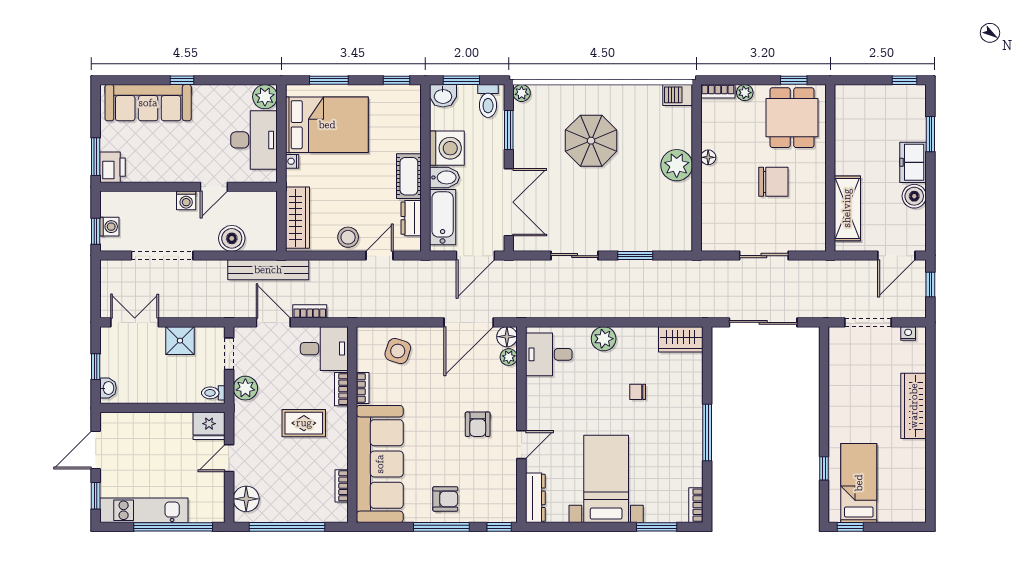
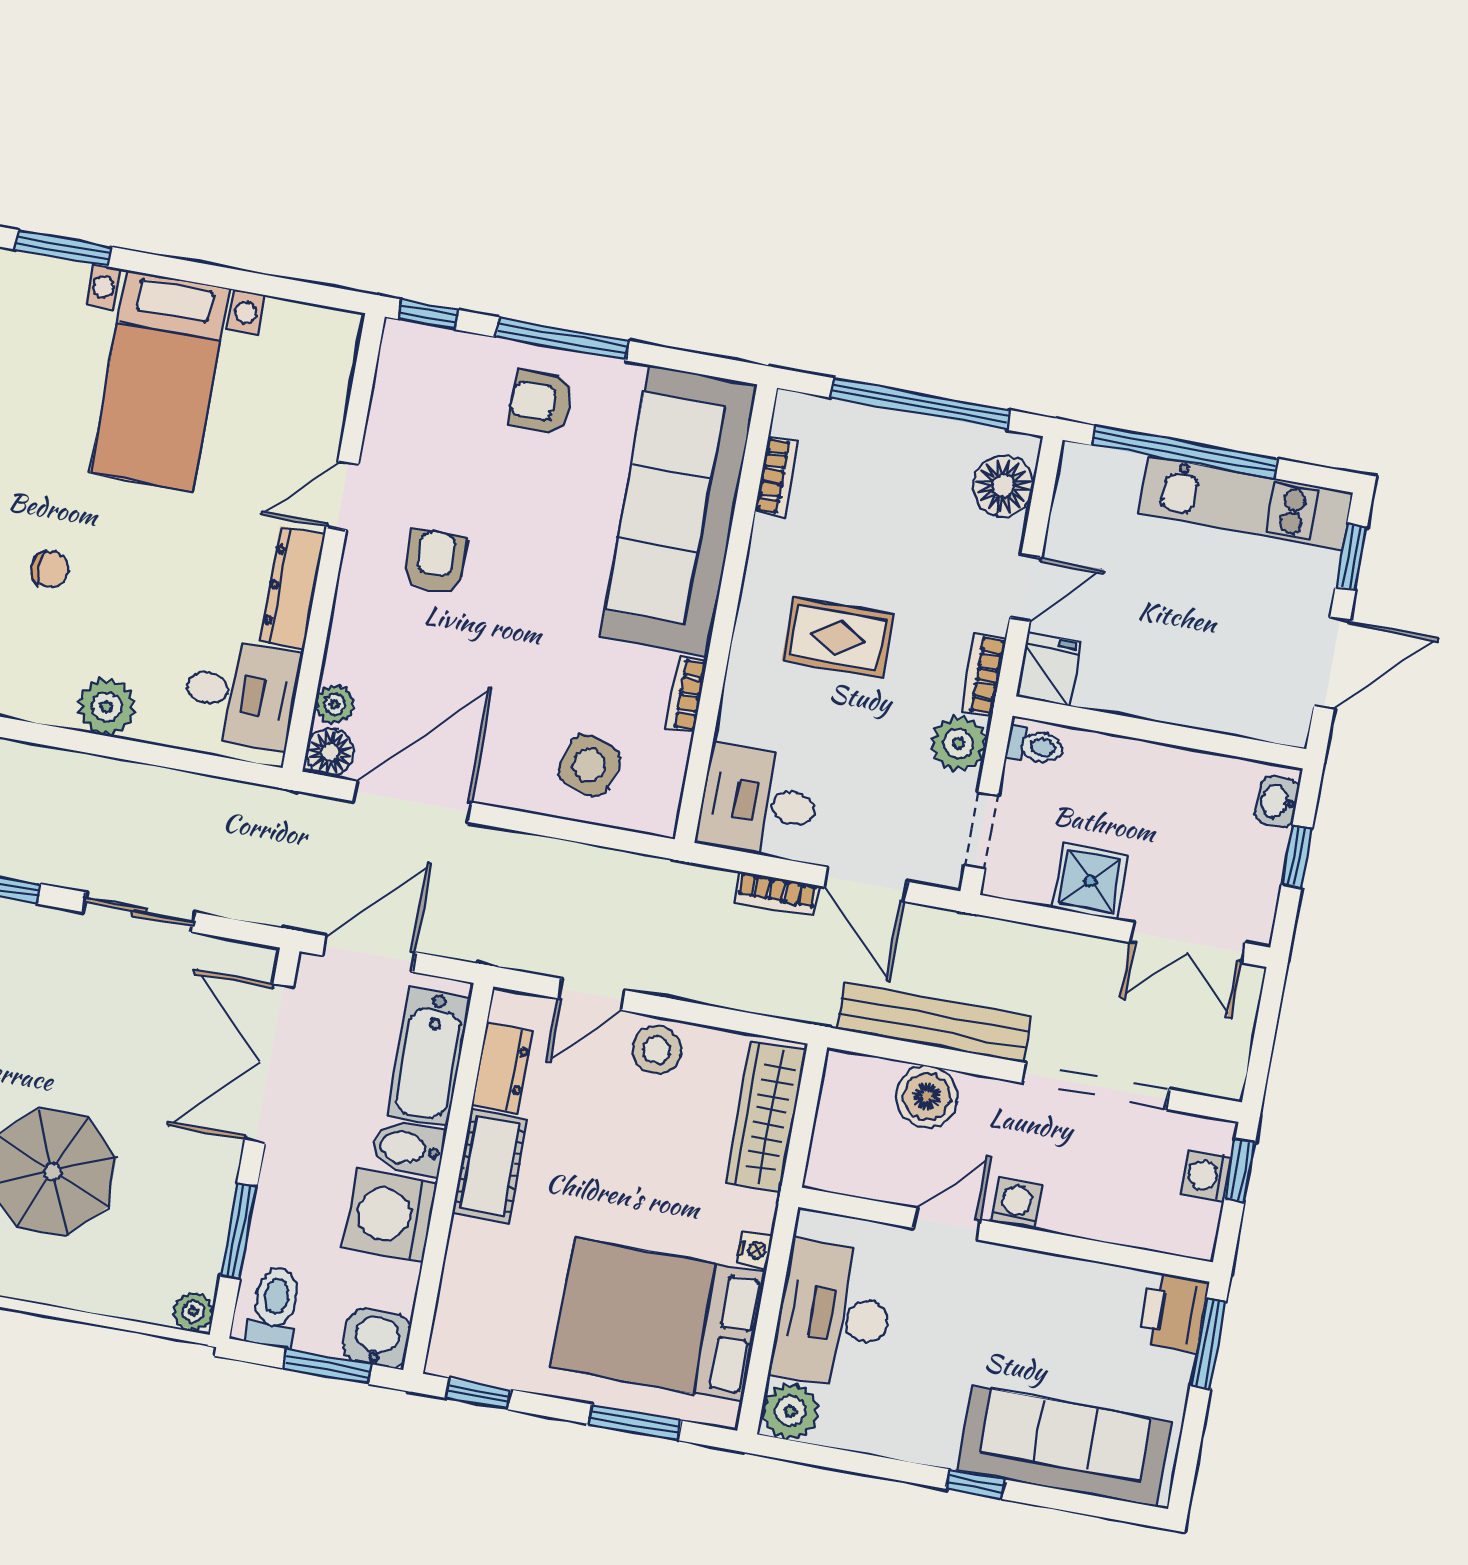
bench: (268, 270) -> (934, 1022), moved
bookcase: (341, 389) -> (984, 675), moved, turned 180
fridge: (209, 426) -> (1048, 669), width x0.72
dresser: (535, 498) -> (292, 588), moved

